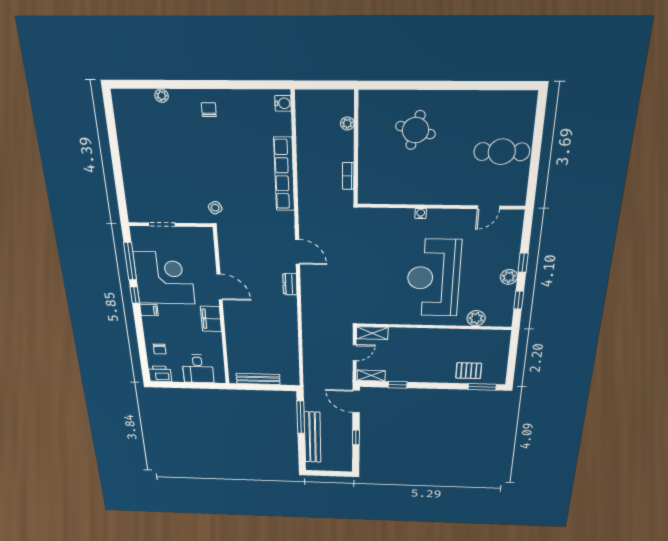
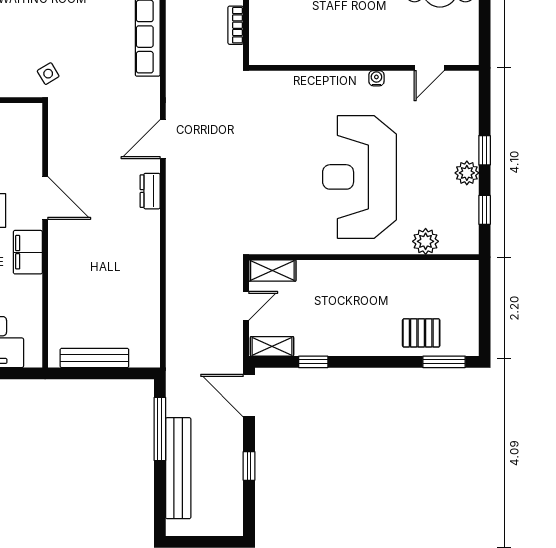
water cooler: (421, 214) -> (376, 78), moved
door: (298, 252) -> (163, 139), swing flipped

